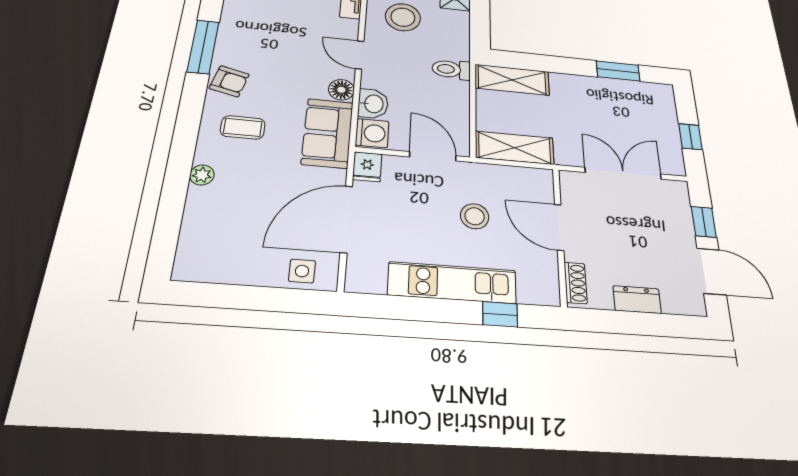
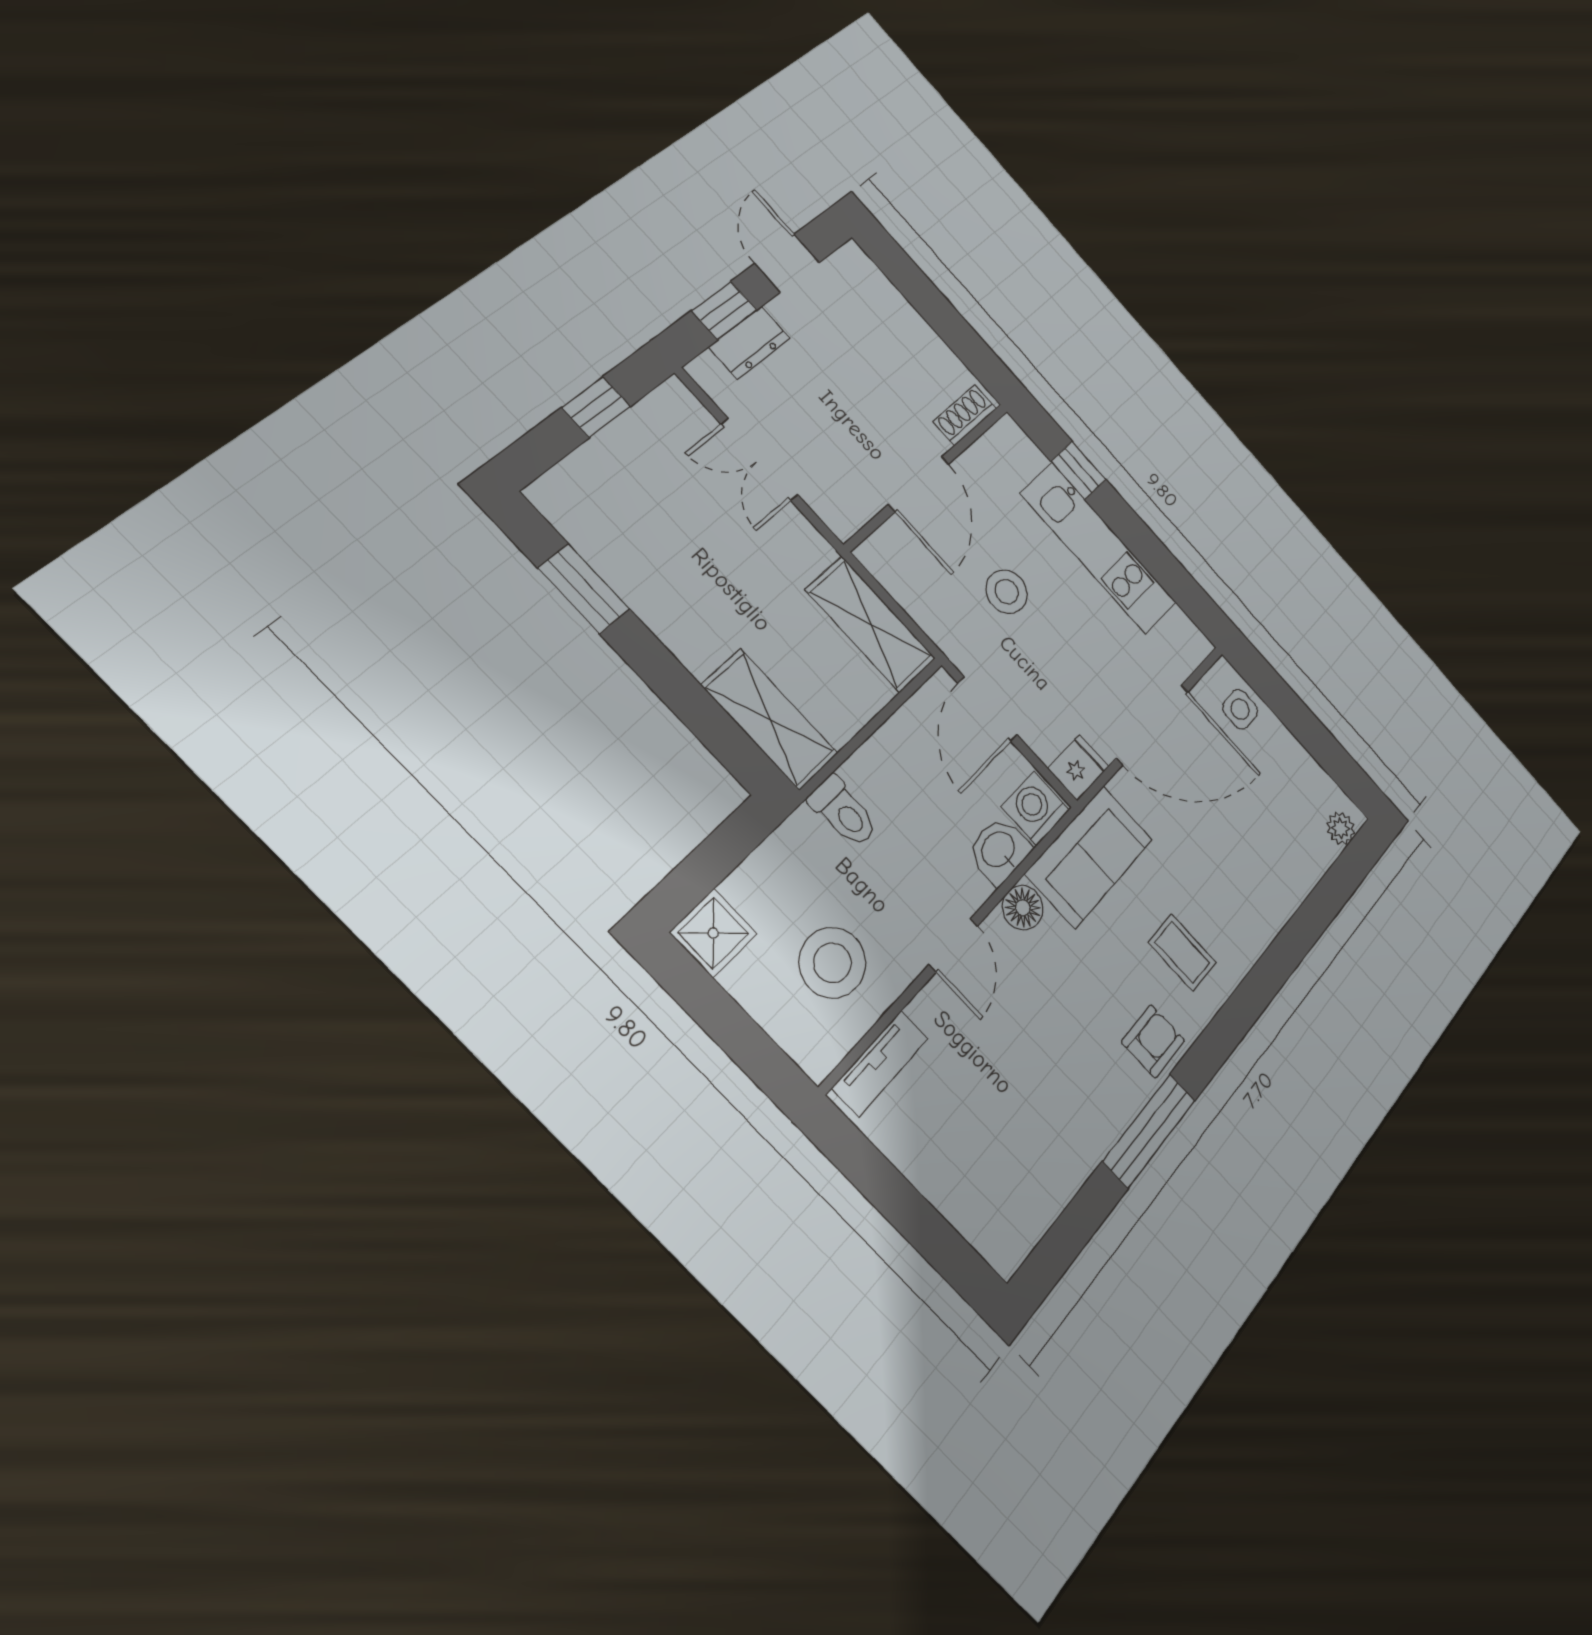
armchair: (229, 81) -> (1153, 1041), turned 76
double door: (623, 173) -> (760, 460), width x0.73
plant: (202, 175) -> (1341, 828), moved
door: (711, 271) -> (787, 263), width x0.73
dresser: (637, 300) -> (749, 343), moved, turned -90

